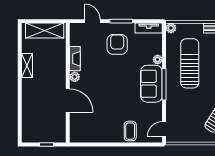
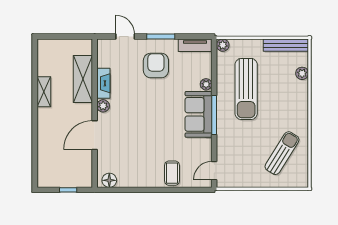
shelving: (45, 31) -> (83, 79), moved, turned 90
sun lounger: (190, 63) -> (246, 89), turned 180
door: (68, 100) -> (95, 135), swing flipped
floor lamp: (80, 137) -> (109, 180), added

